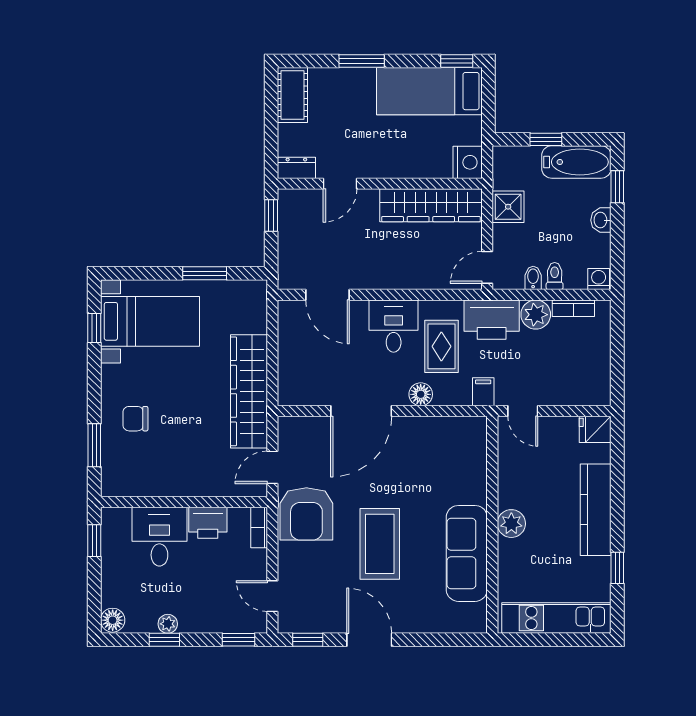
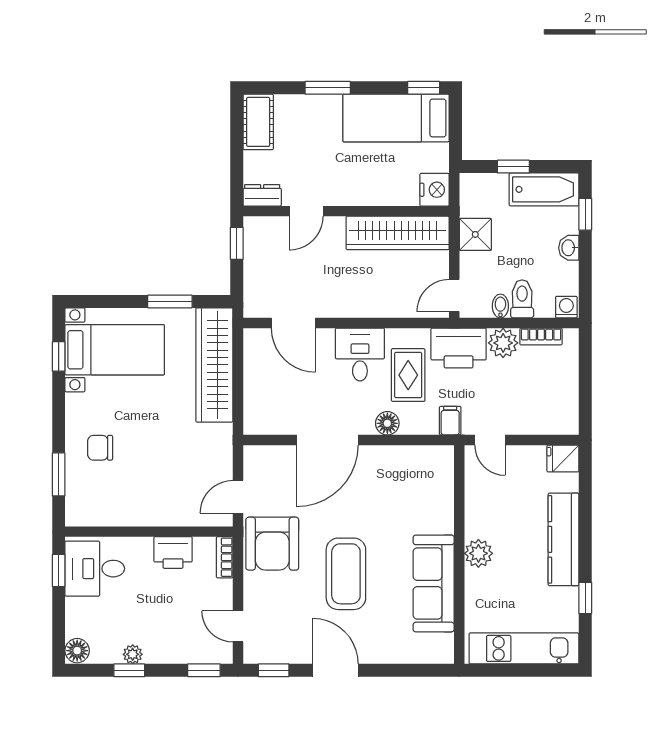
toilet: (555, 276) -> (522, 299), width x1.37, depth x1.39
wardrobe: (249, 391) -> (214, 365), moved
desk: (159, 537) -> (95, 569), moved, turned -90

